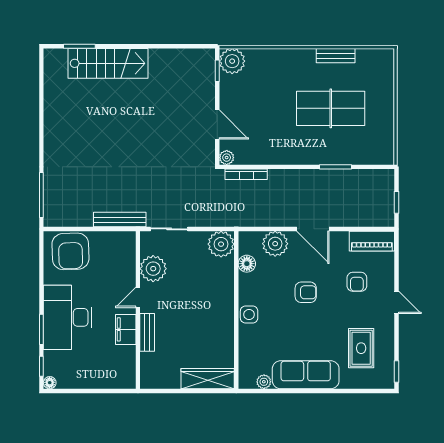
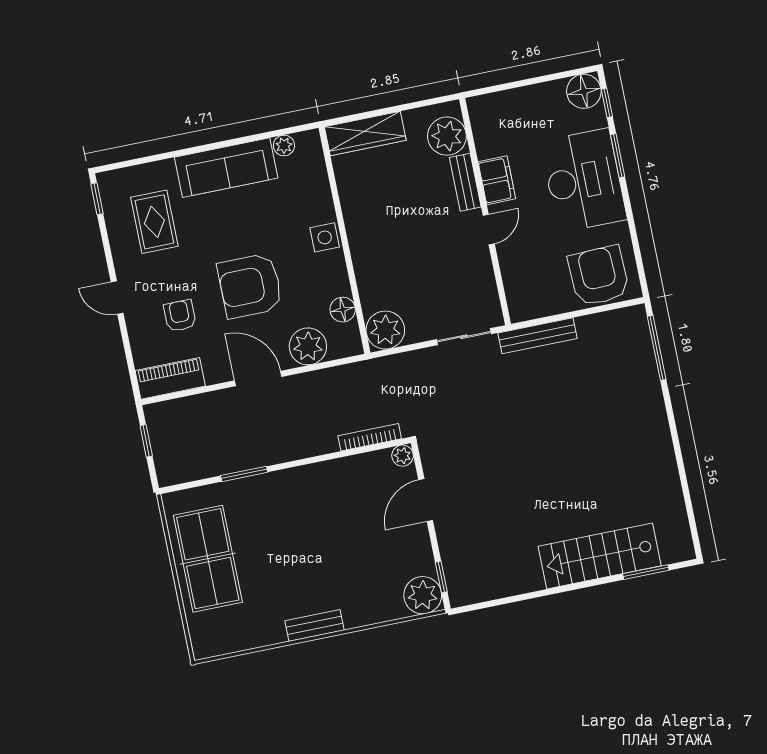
bench: (336, 56) -> (314, 625), moved
table tennis table: (331, 108) -> (208, 559), moved, turned 90
door: (217, 125) -> (426, 500), hinge flipped
plant: (153, 269) -> (447, 136), moved
armchair: (306, 292) -> (250, 286), width x1.88, depth x1.88
floor lamp: (50, 383) -> (584, 91), width x1.89, depth x1.89

